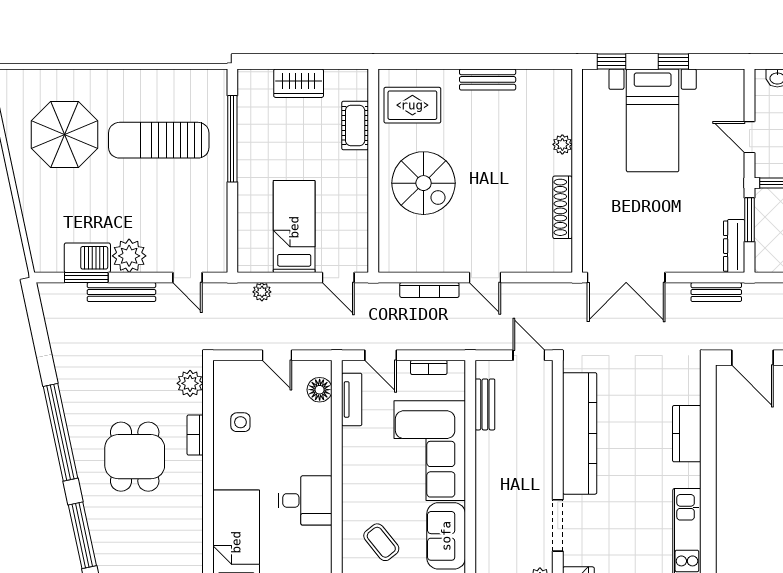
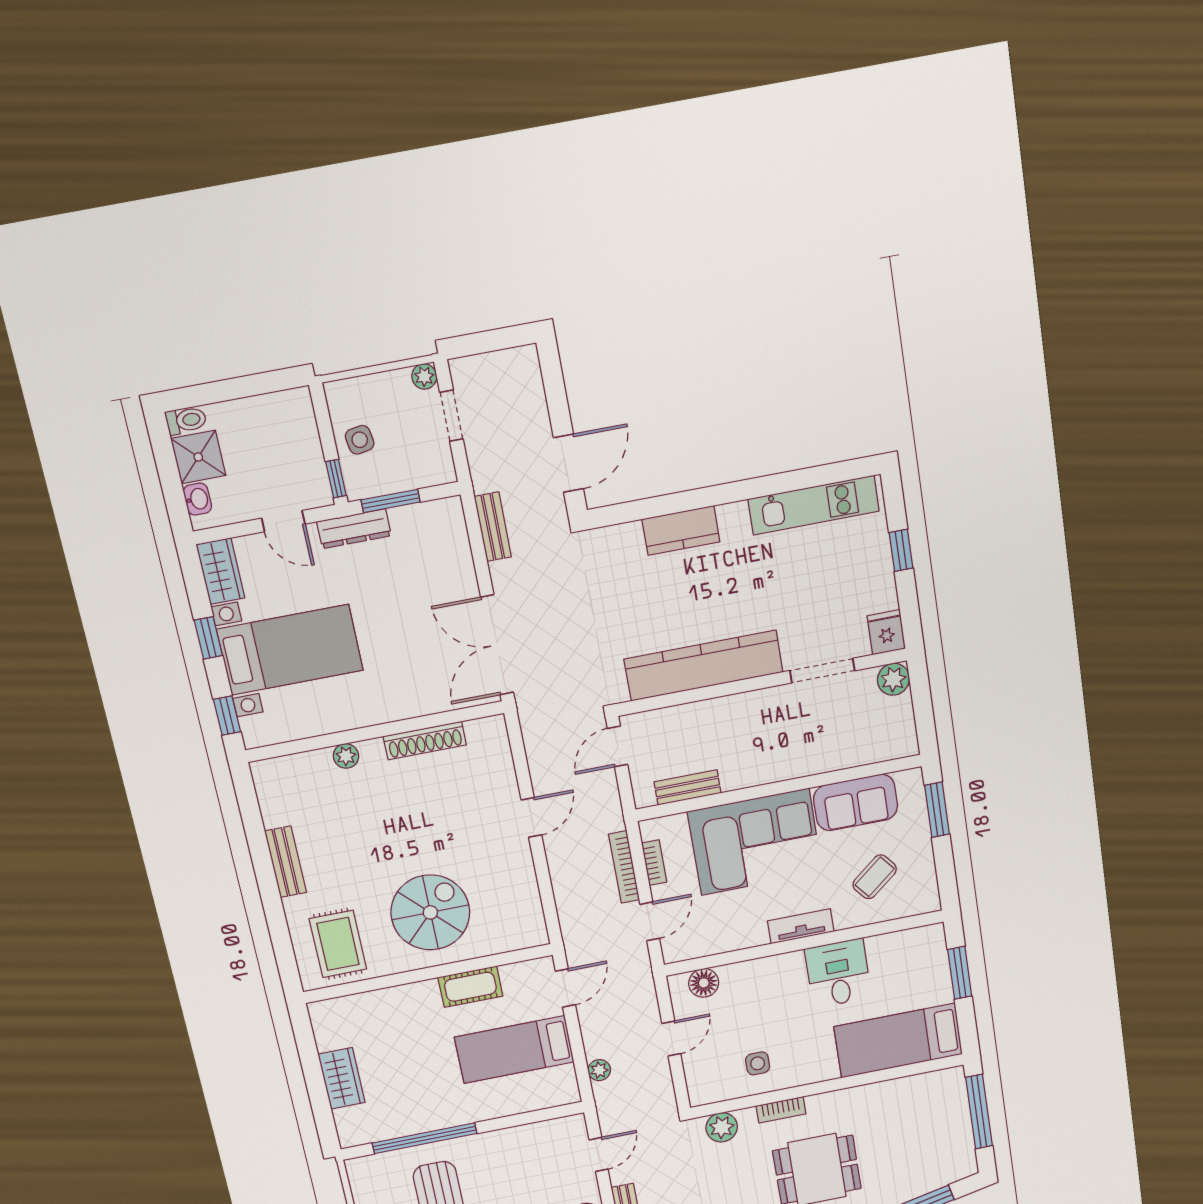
wardrobe: (721, 82) -> (220, 571), added
cot: (355, 126) -> (470, 987), moved
door: (749, 137) -> (283, 521), hinge flipped
dresser: (734, 246) -> (354, 529), moved
double door: (626, 278) -> (497, 645), swing flipped
bookcase: (429, 290) -> (624, 867), moved, turned 180
tv unit: (352, 399) -> (801, 926), moved

